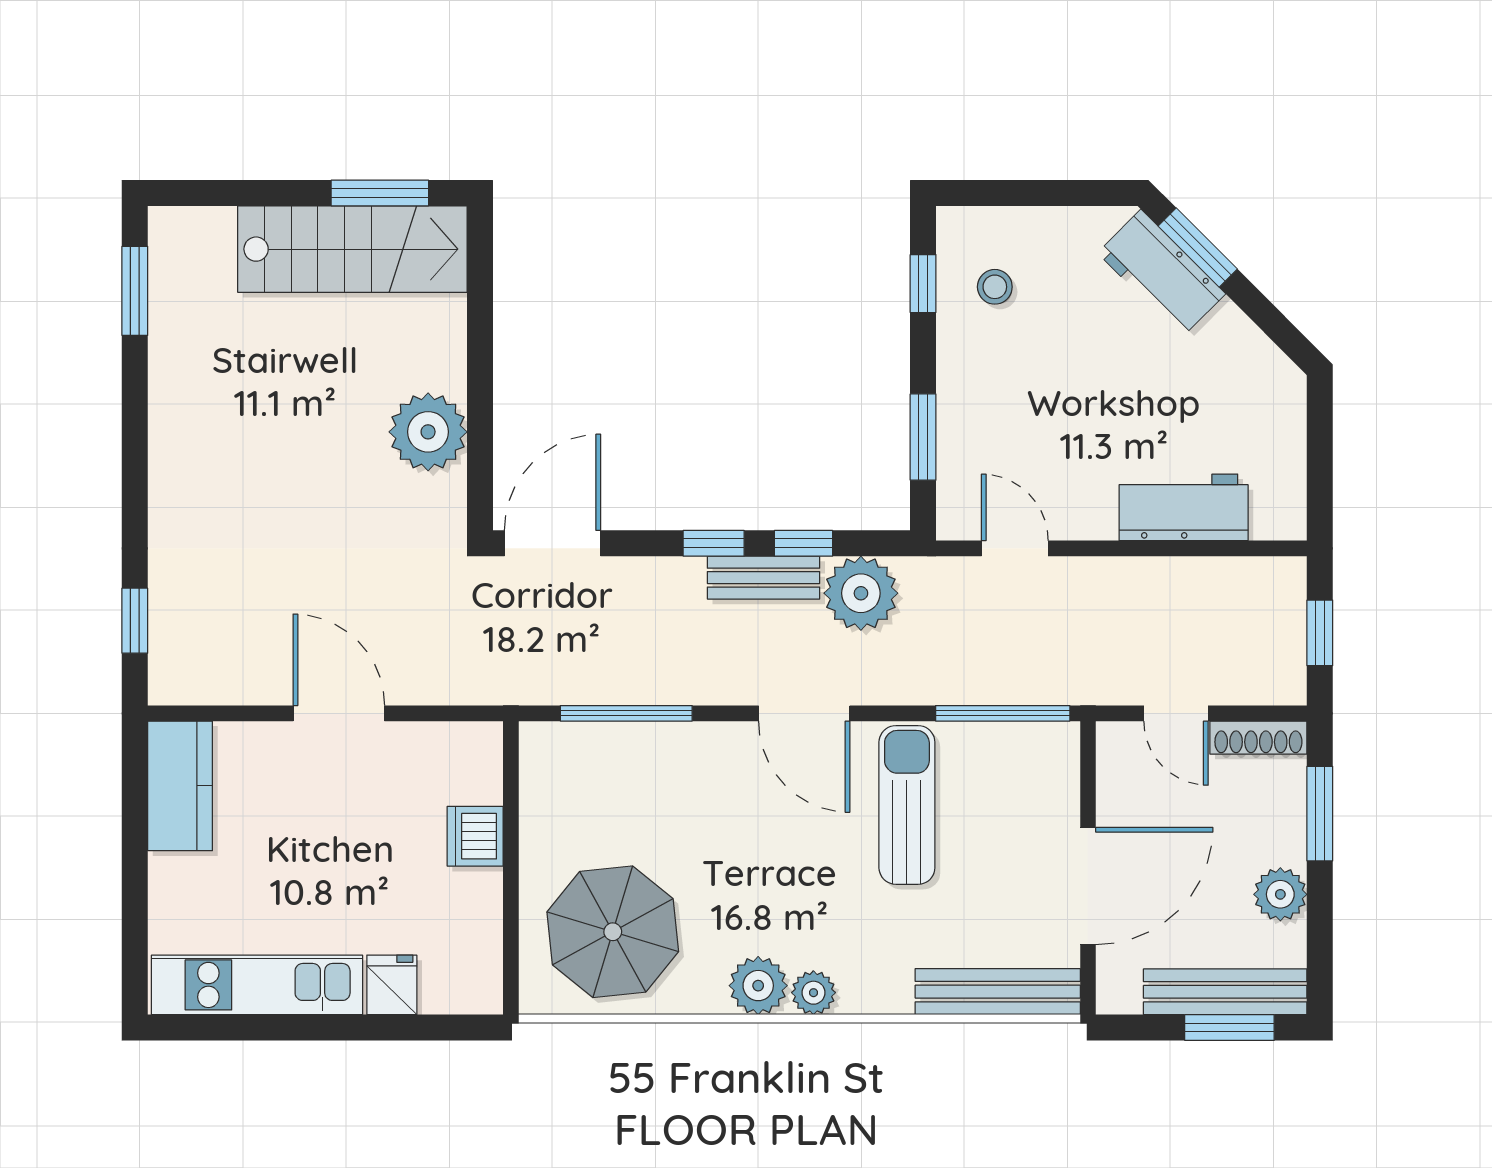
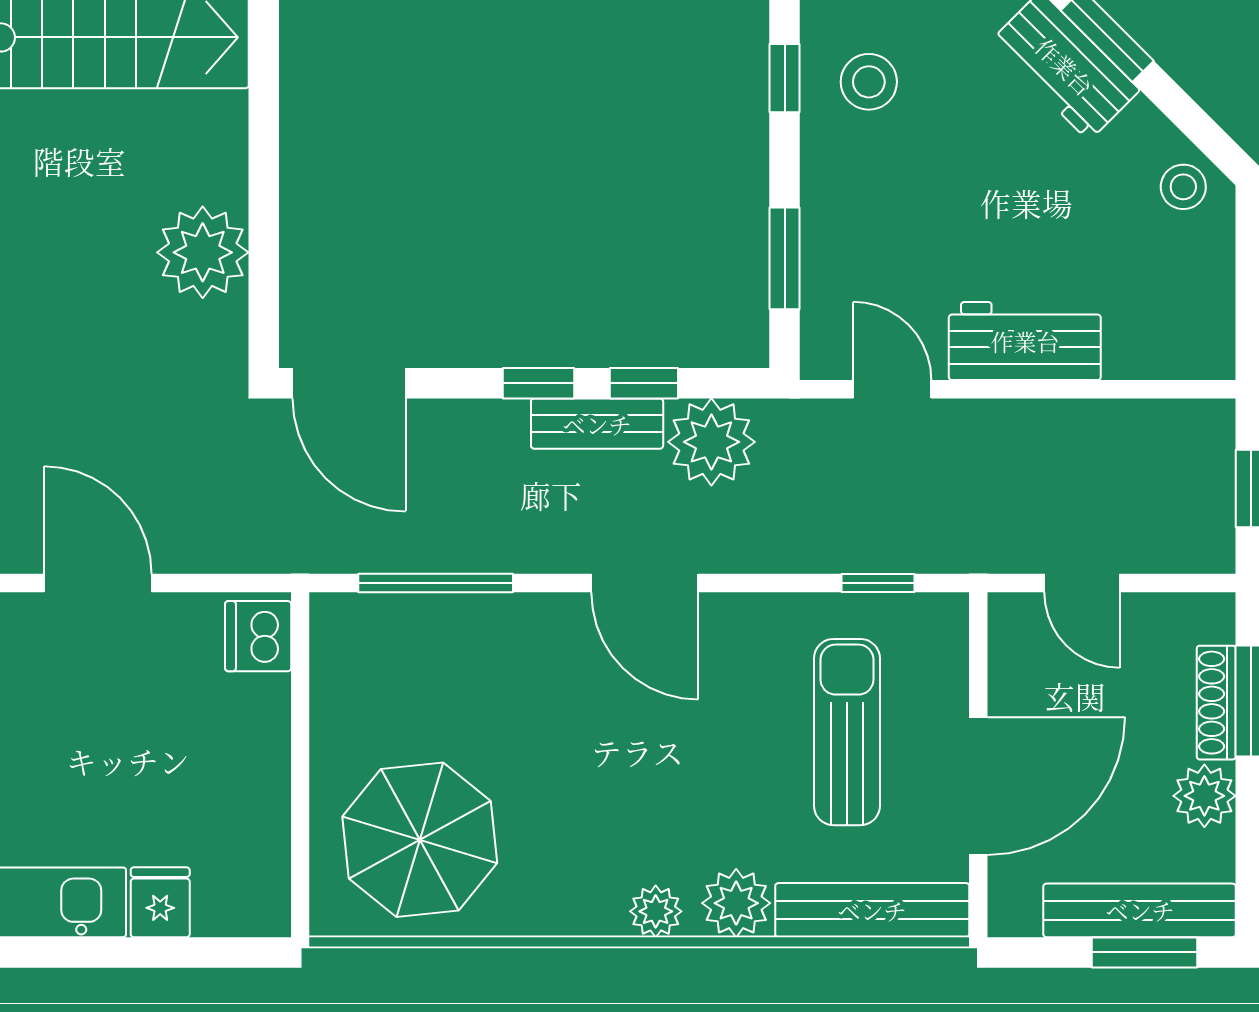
stool: (995, 287) -> (869, 82), width x1.37, depth x1.37
stool: (1262, 376) -> (1183, 187), added
workbench: (1184, 507) -> (1025, 341), moved
door: (553, 543) -> (349, 383), swing flipped
window: (1003, 713) -> (878, 583), width x0.46
shoe rack: (1258, 738) -> (1216, 703), moved, turned 90
sun lounger: (907, 805) -> (847, 732), moved
dishwasher: (475, 836) -> (258, 636), moved
plant: (758, 986) -> (736, 903), moved

